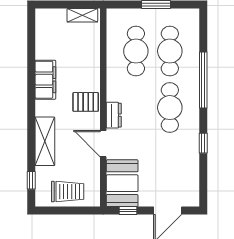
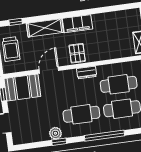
filing cabinet: (45, 80) -> (77, 24), moved
dresser: (114, 115) -> (87, 73), moved
plant: (191, 147) -> (55, 133), added

